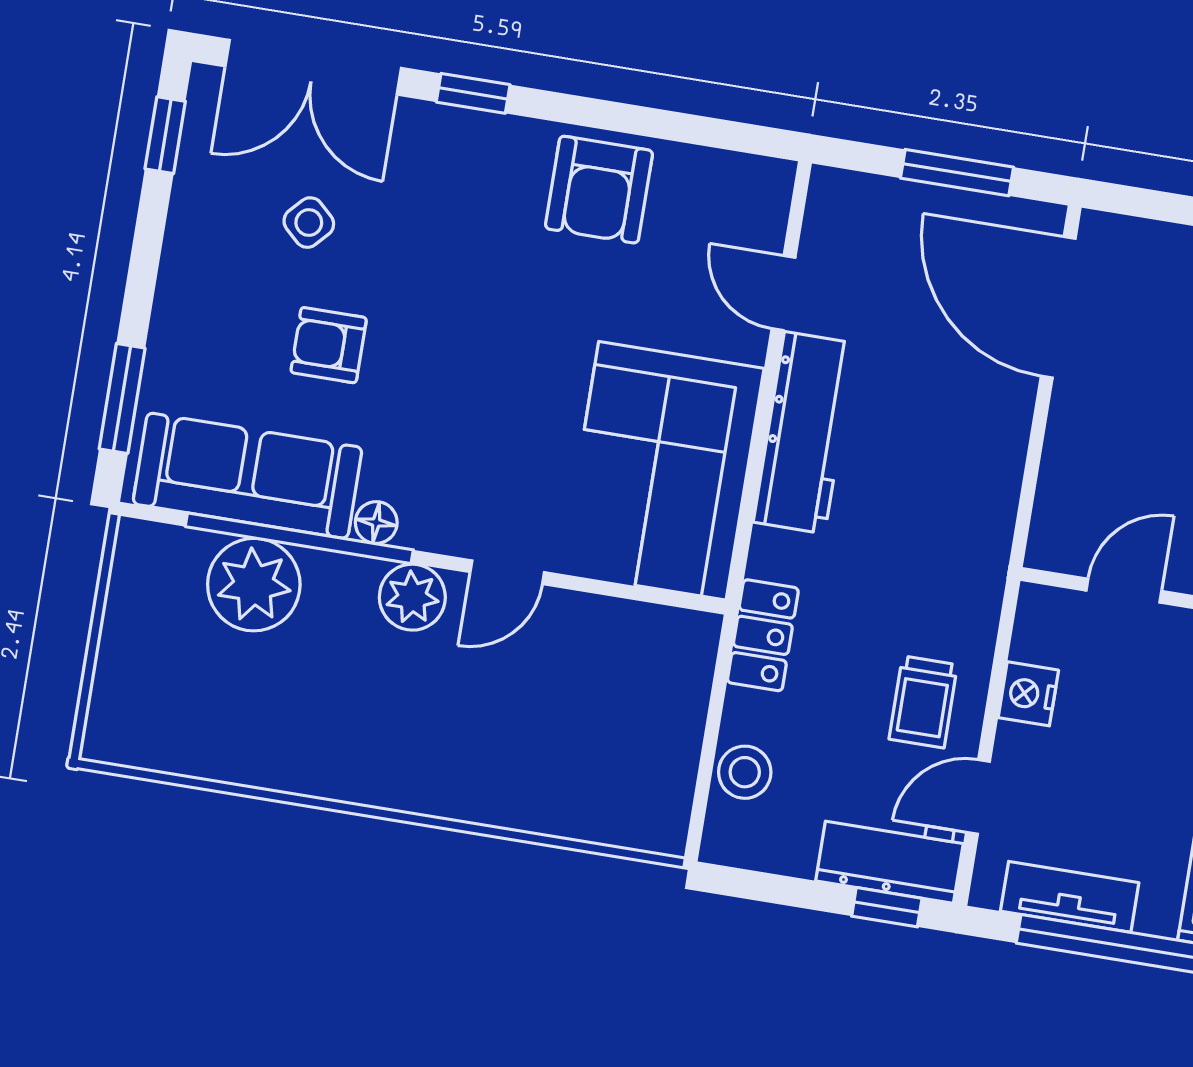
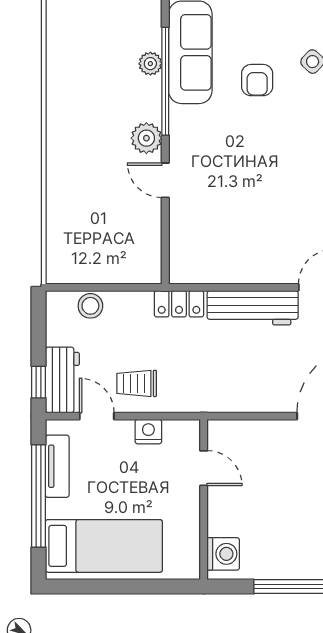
armchair: (329, 345) -> (257, 80), turned 180
corner sofa: (662, 471) -> (224, 245), removed
floor lamp: (376, 522) -> (178, 116), removed
plant: (254, 585) -> (150, 64), width x0.53, depth x0.53
locker: (763, 635) -> (179, 304), moved

